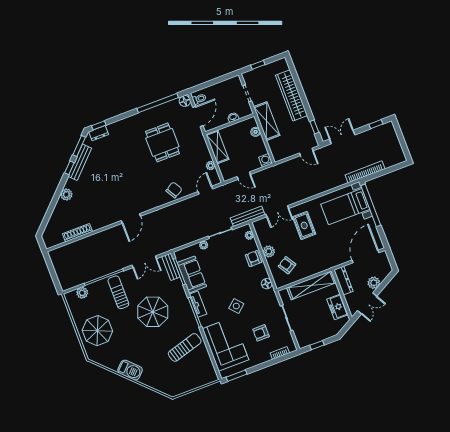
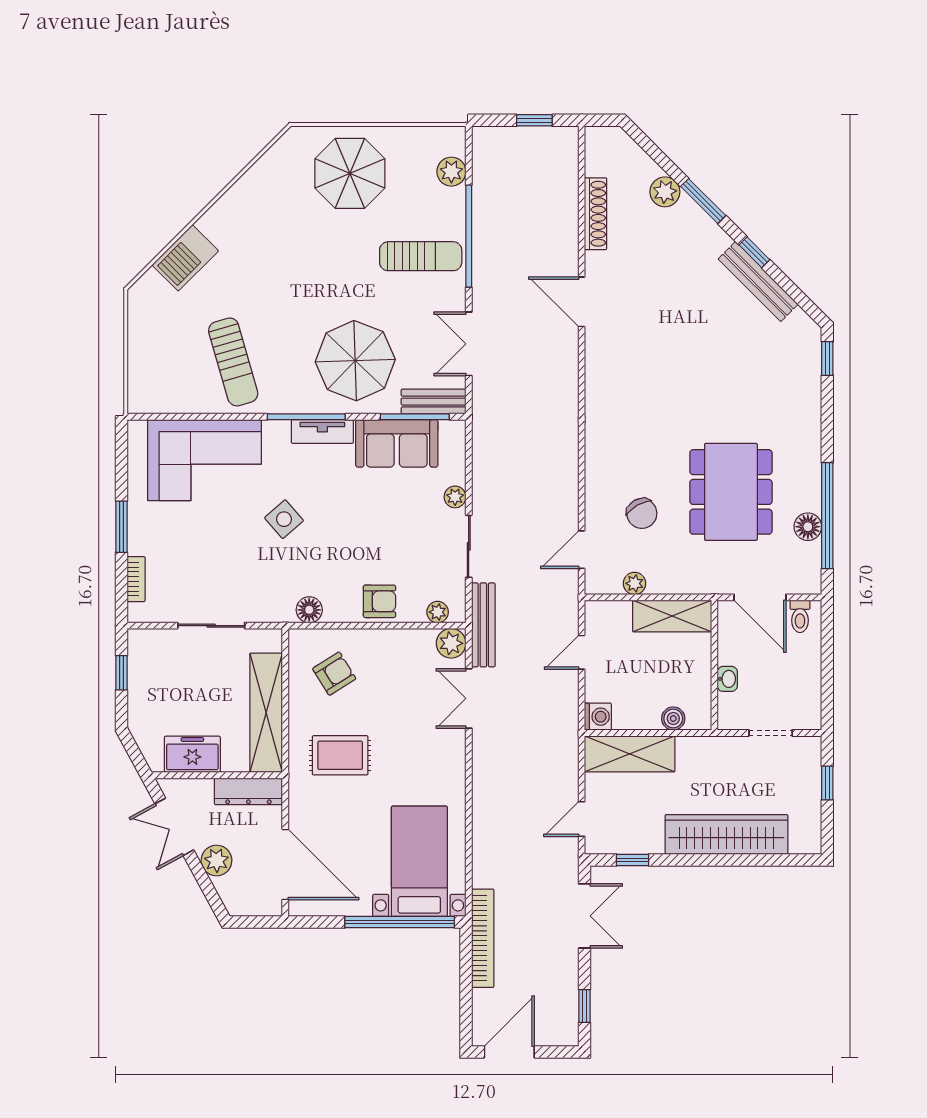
floor lamp: (185, 101) -> (808, 527), moved
shelving: (267, 121) -> (630, 754), moved
dresser: (99, 133) -> (809, 351), removed
dining table: (162, 142) -> (731, 492), width x1.37
window: (79, 146) -> (703, 201), moved
door: (404, 146) -> (509, 1052), added
chair: (174, 190) -> (642, 513), moved
door: (205, 190) -> (582, 550), swing flipped
plant: (66, 195) -> (665, 192), moved
door: (131, 218) -> (582, 302), moved
rug: (304, 225) -> (340, 755), moved
plant: (269, 251) -> (451, 643), moved
window: (51, 269) -> (534, 120), added
parasol: (153, 312) -> (355, 361), moved
armchair: (261, 333) -> (200, 553), removed
barbecue: (130, 370) -> (185, 258), moved
window: (237, 376) -> (121, 527), moved

